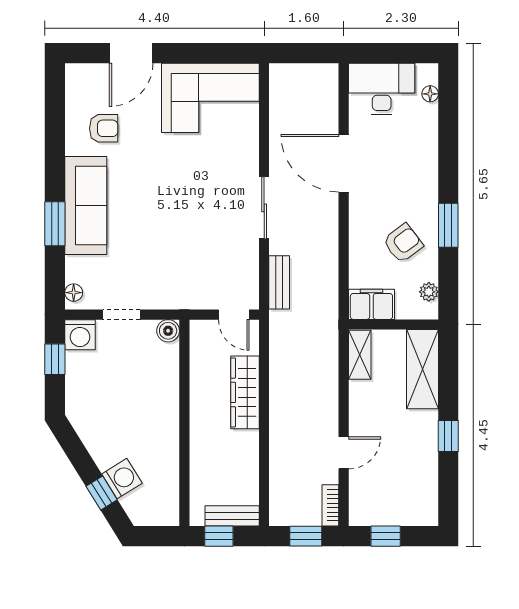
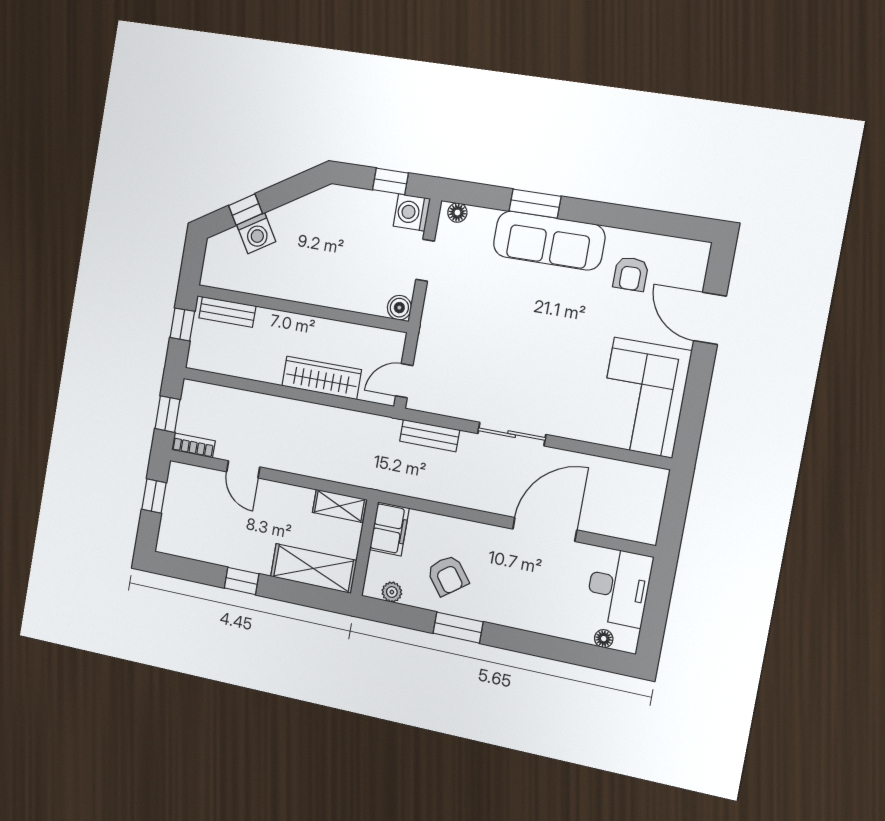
bench: (232, 516) -> (227, 312), moved, turned 90

